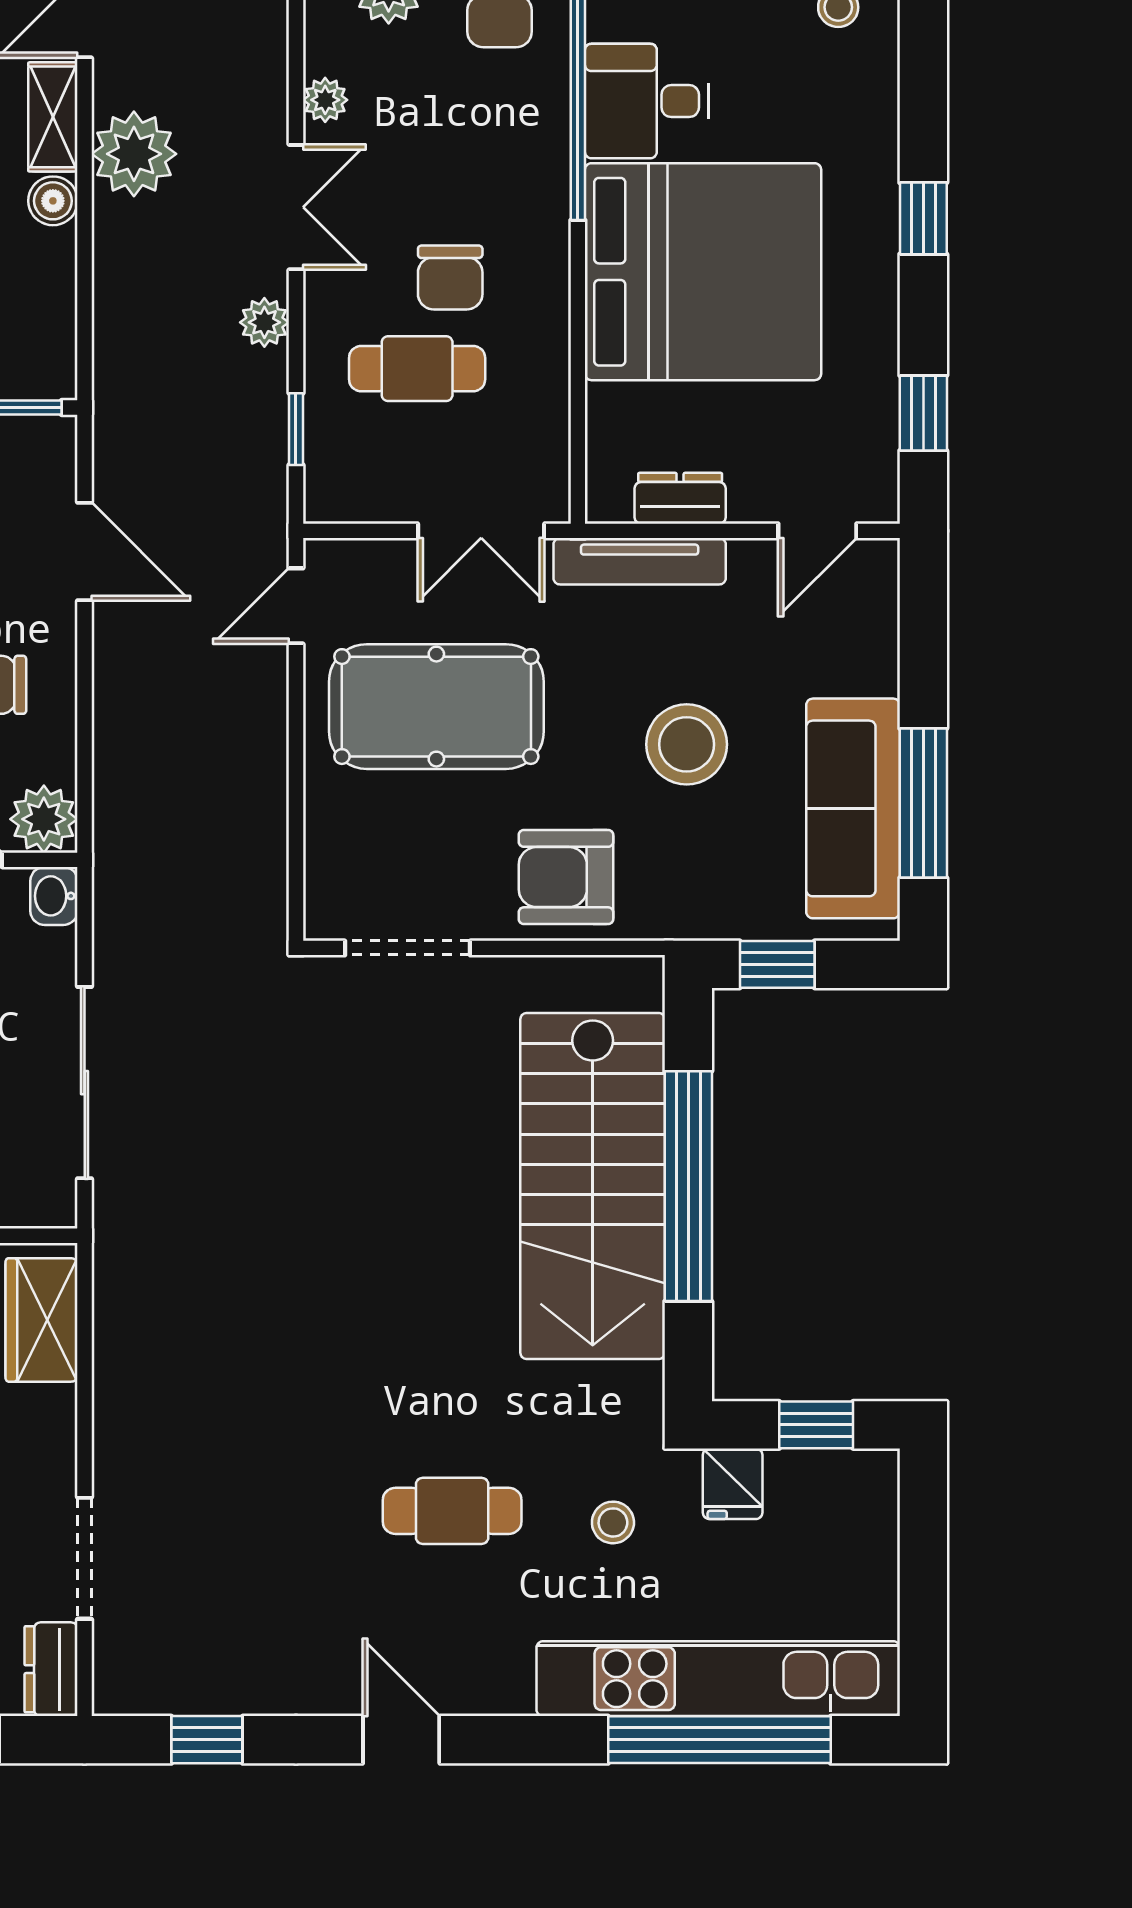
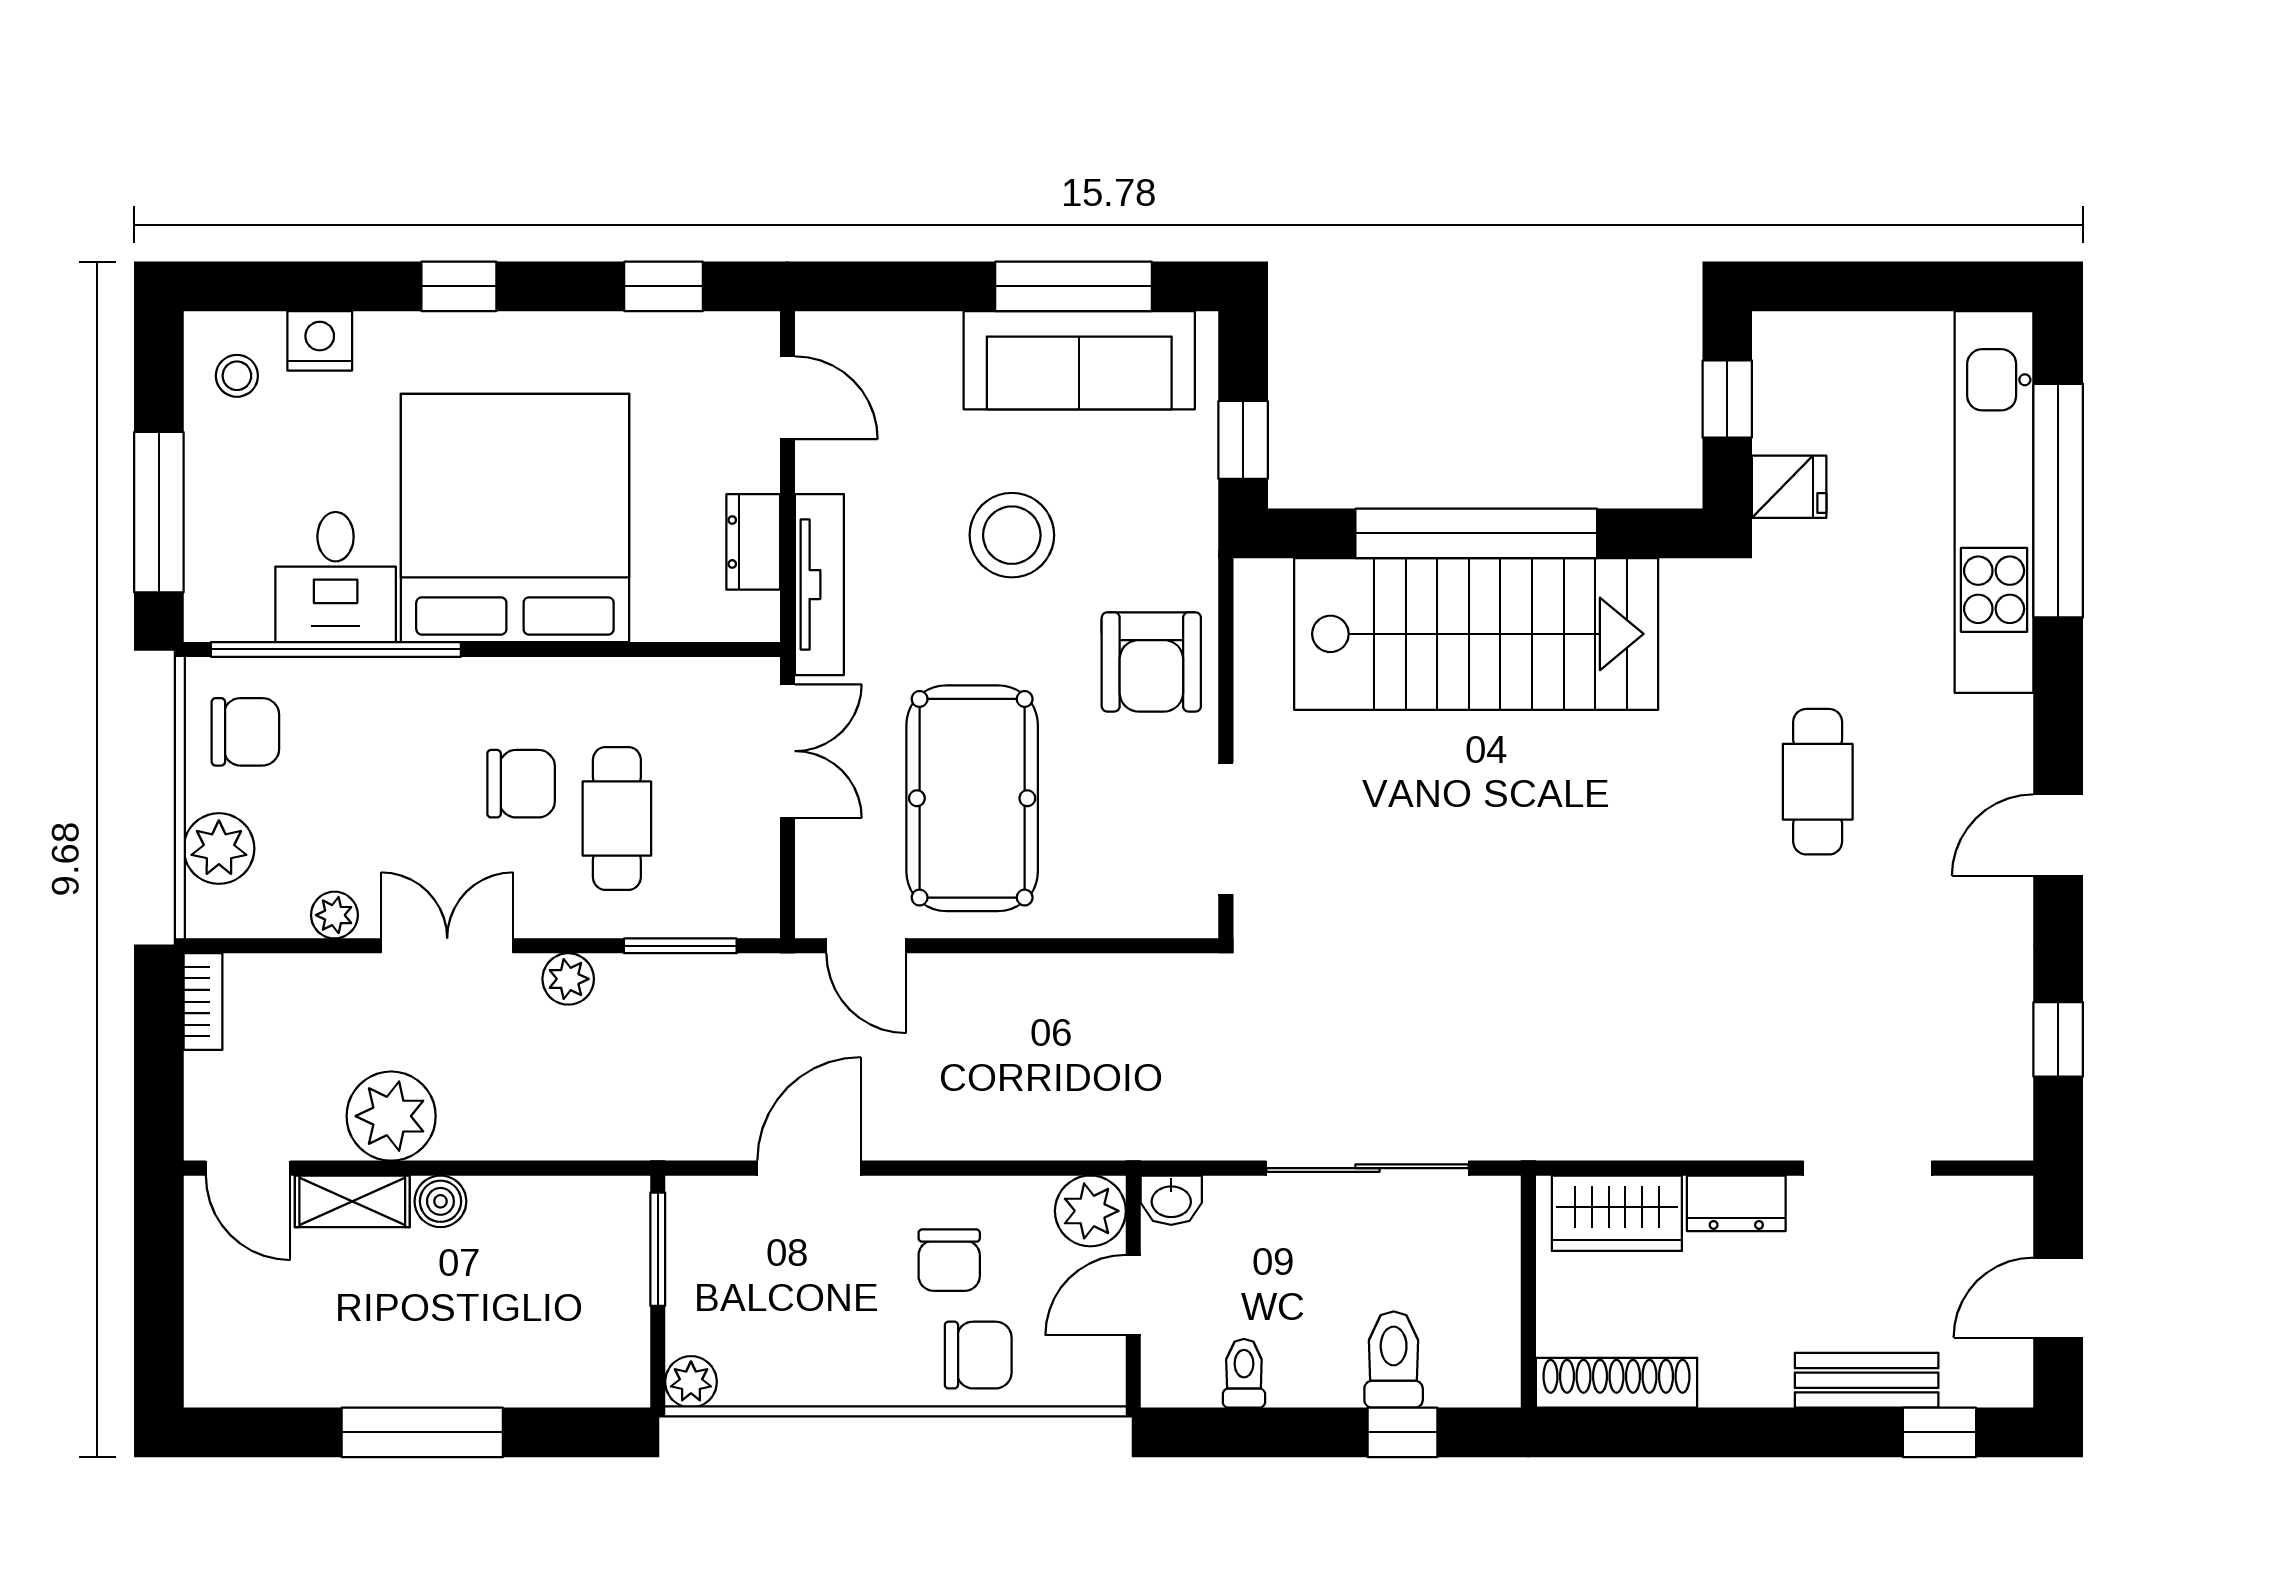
nightstand: (871, 86) -> (320, 341), added
window: (296, 429) -> (680, 946), width x1.50
stool: (613, 1522) -> (1830, 613), removed
dresser: (51, 1669) -> (1736, 1203), moved

